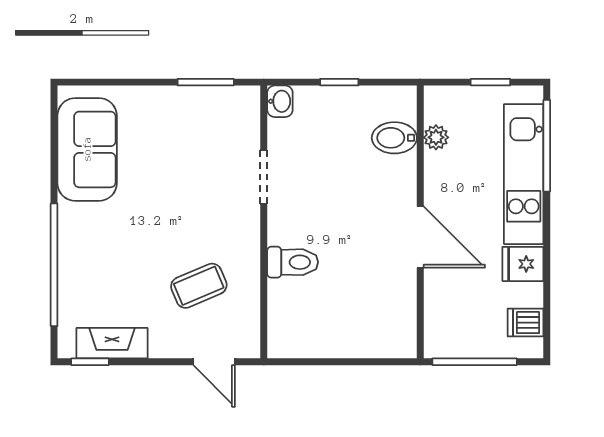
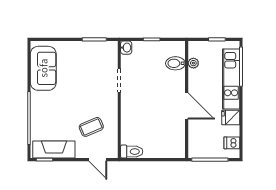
toilet: (293, 262) -> (132, 152), moved
fireplace: (112, 343) -> (54, 150), width x1.37, depth x1.32

